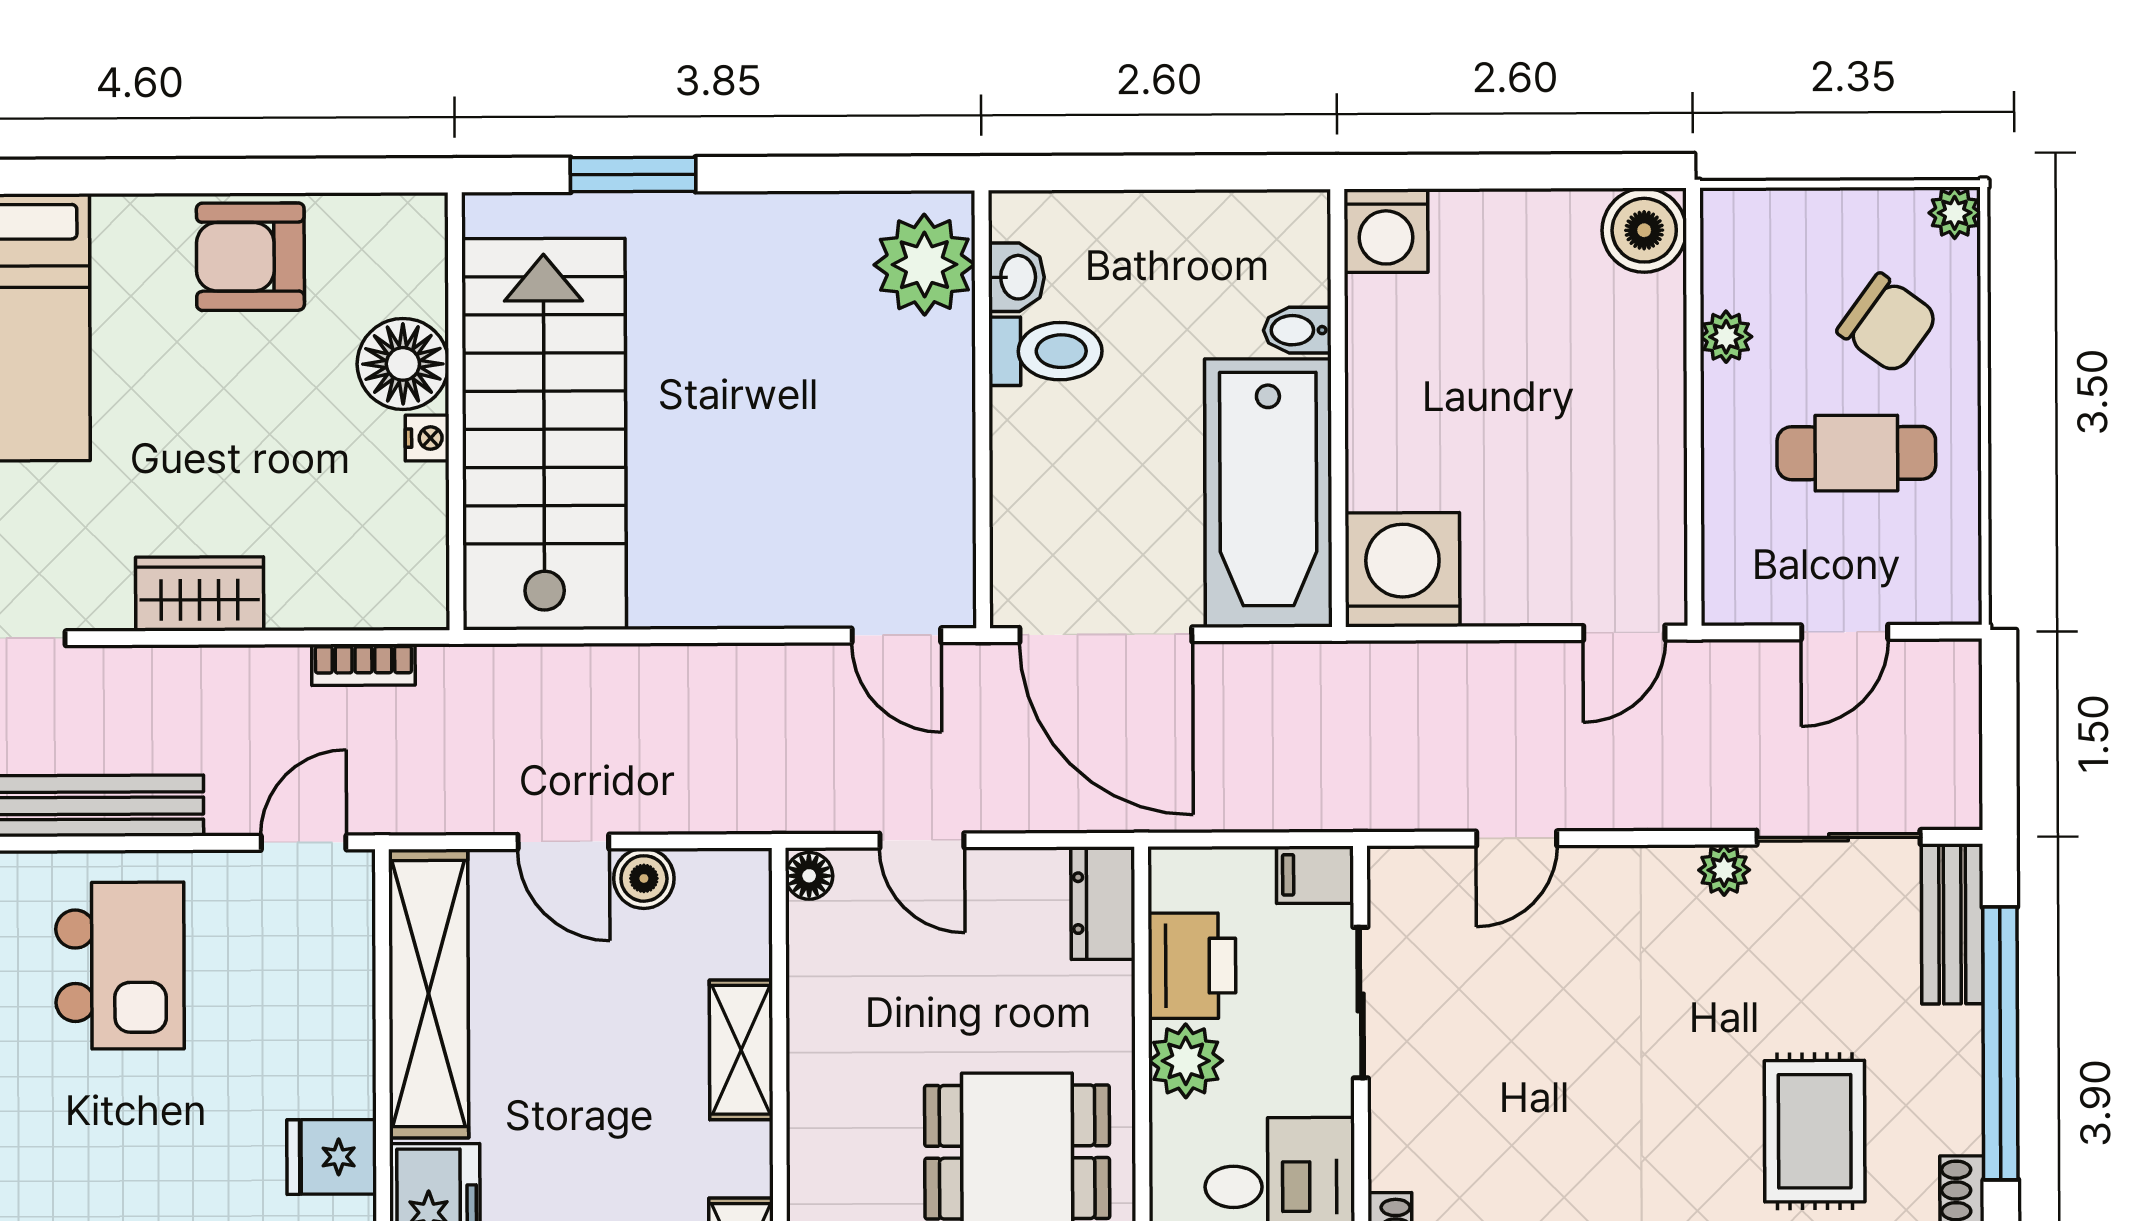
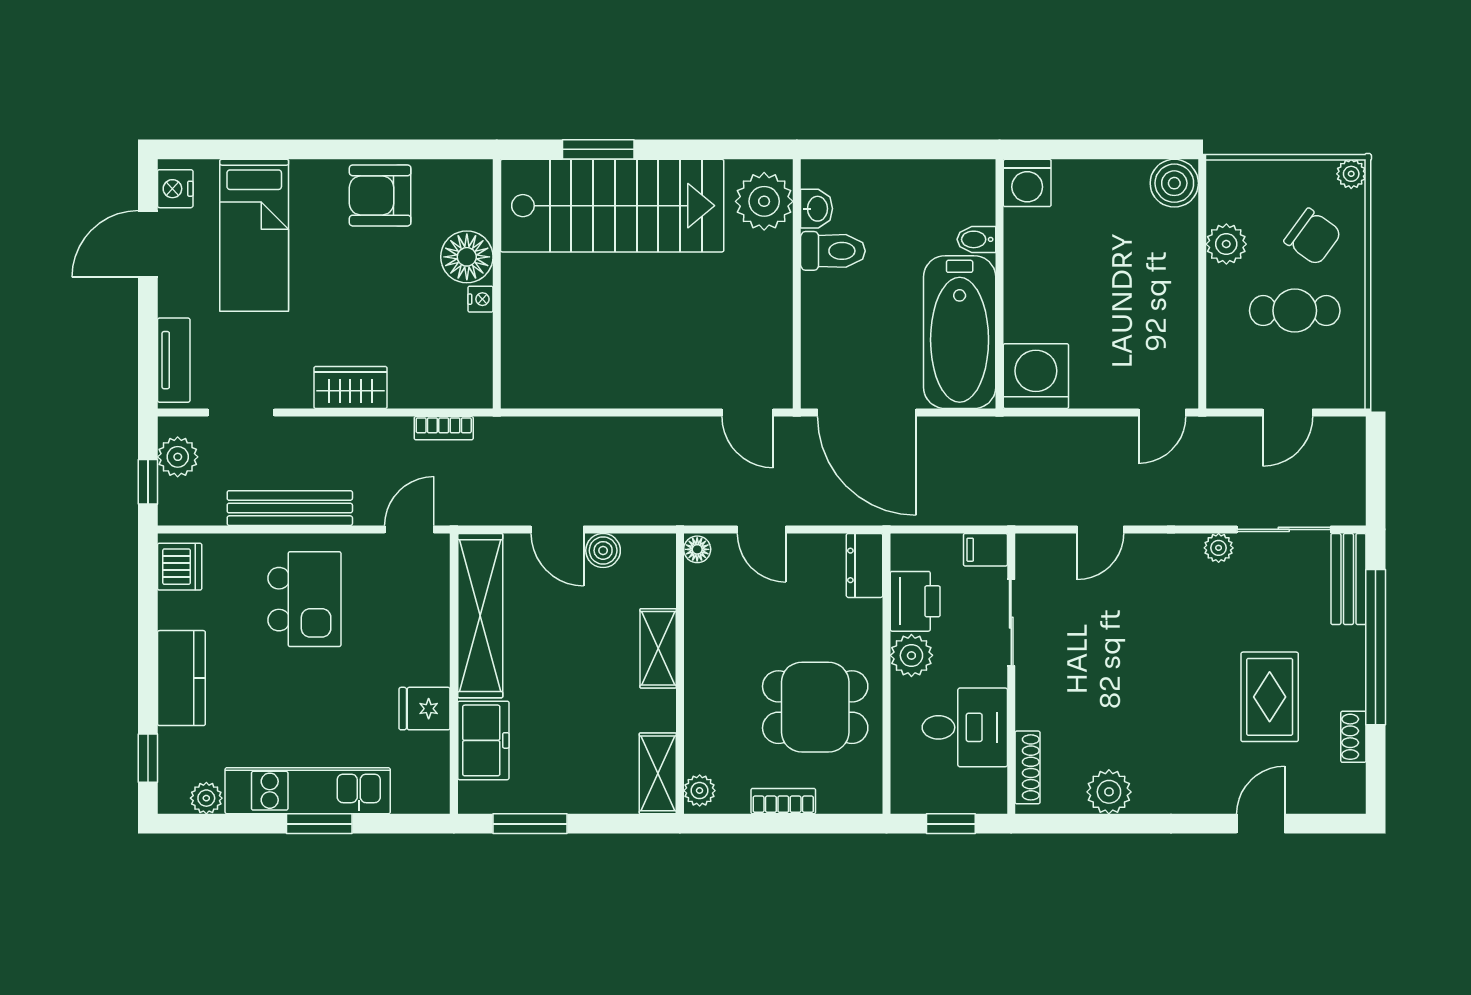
plant: (1726, 337) -> (1226, 244), width x1.38, depth x1.38
stairs: (544, 434) -> (612, 206), moved, turned 90

